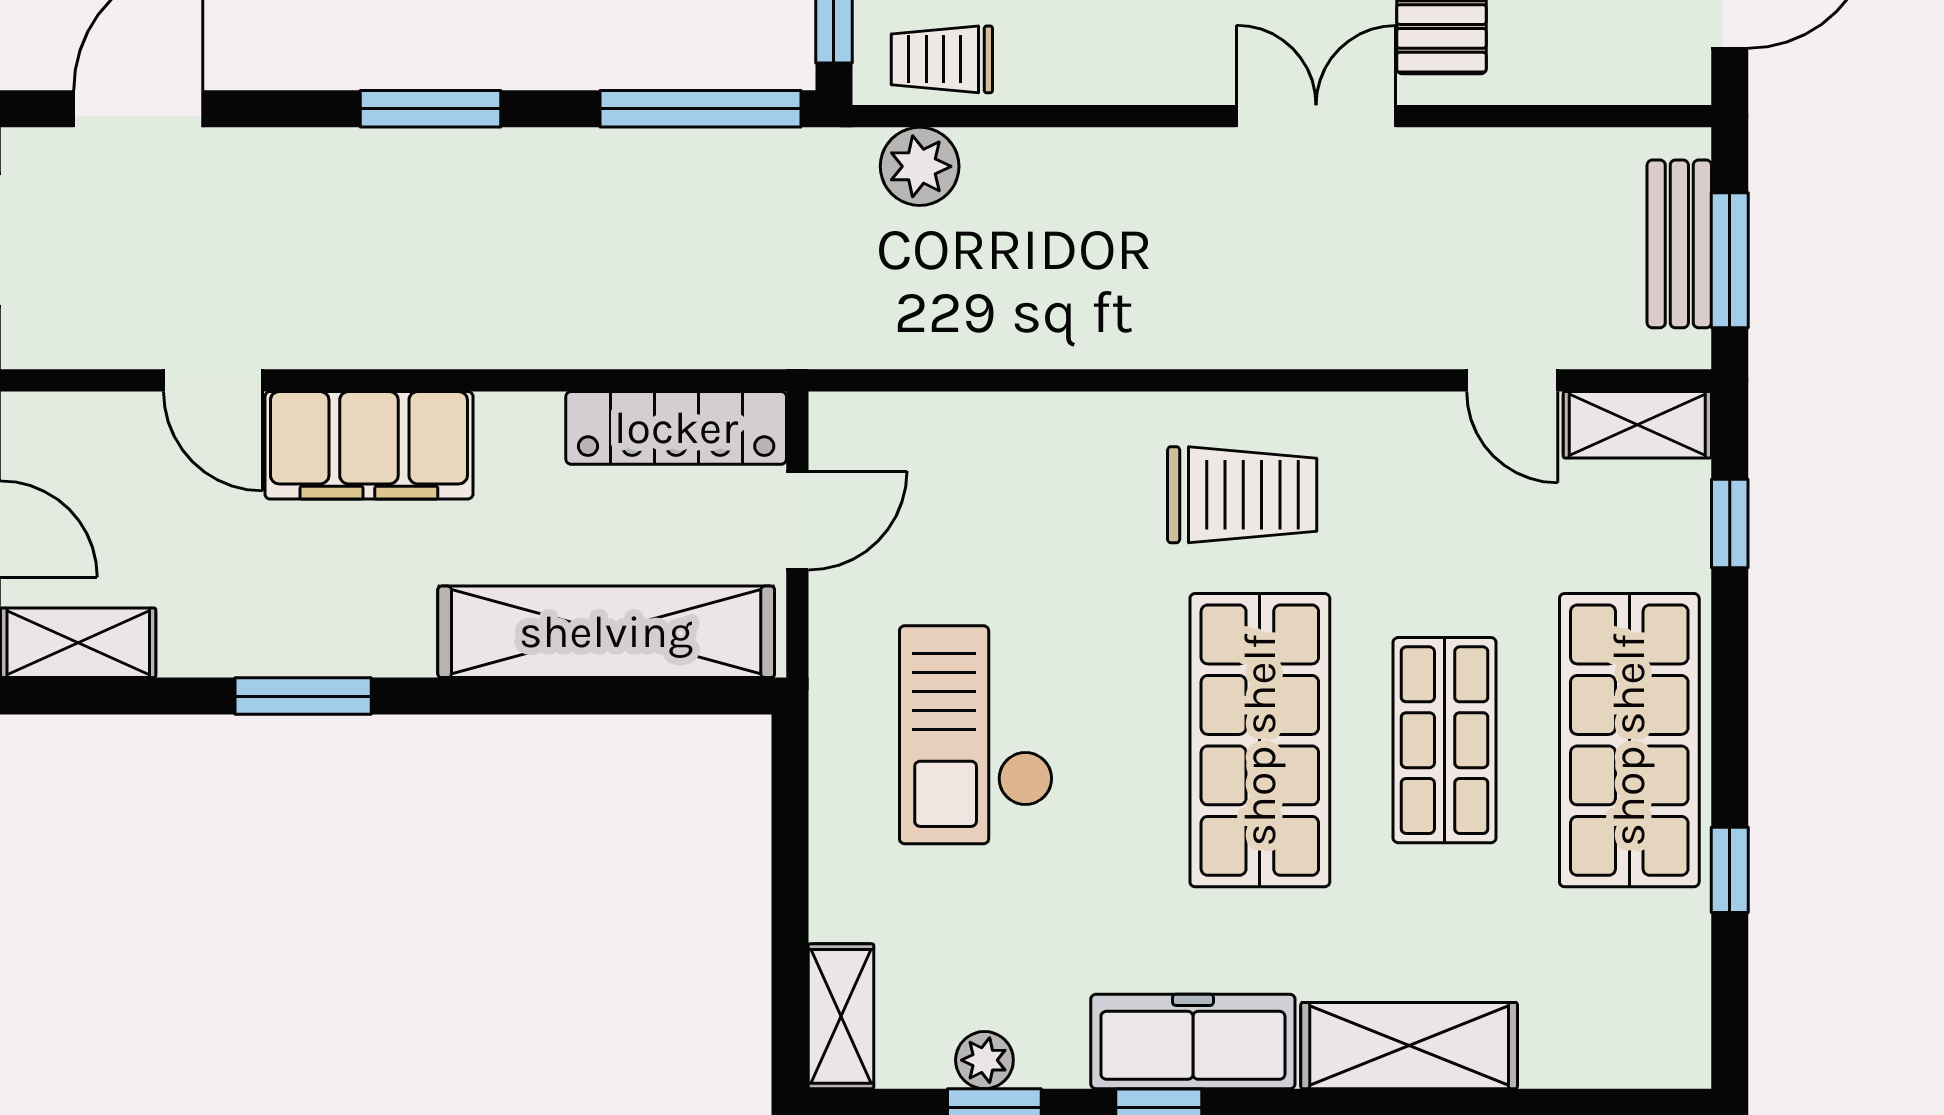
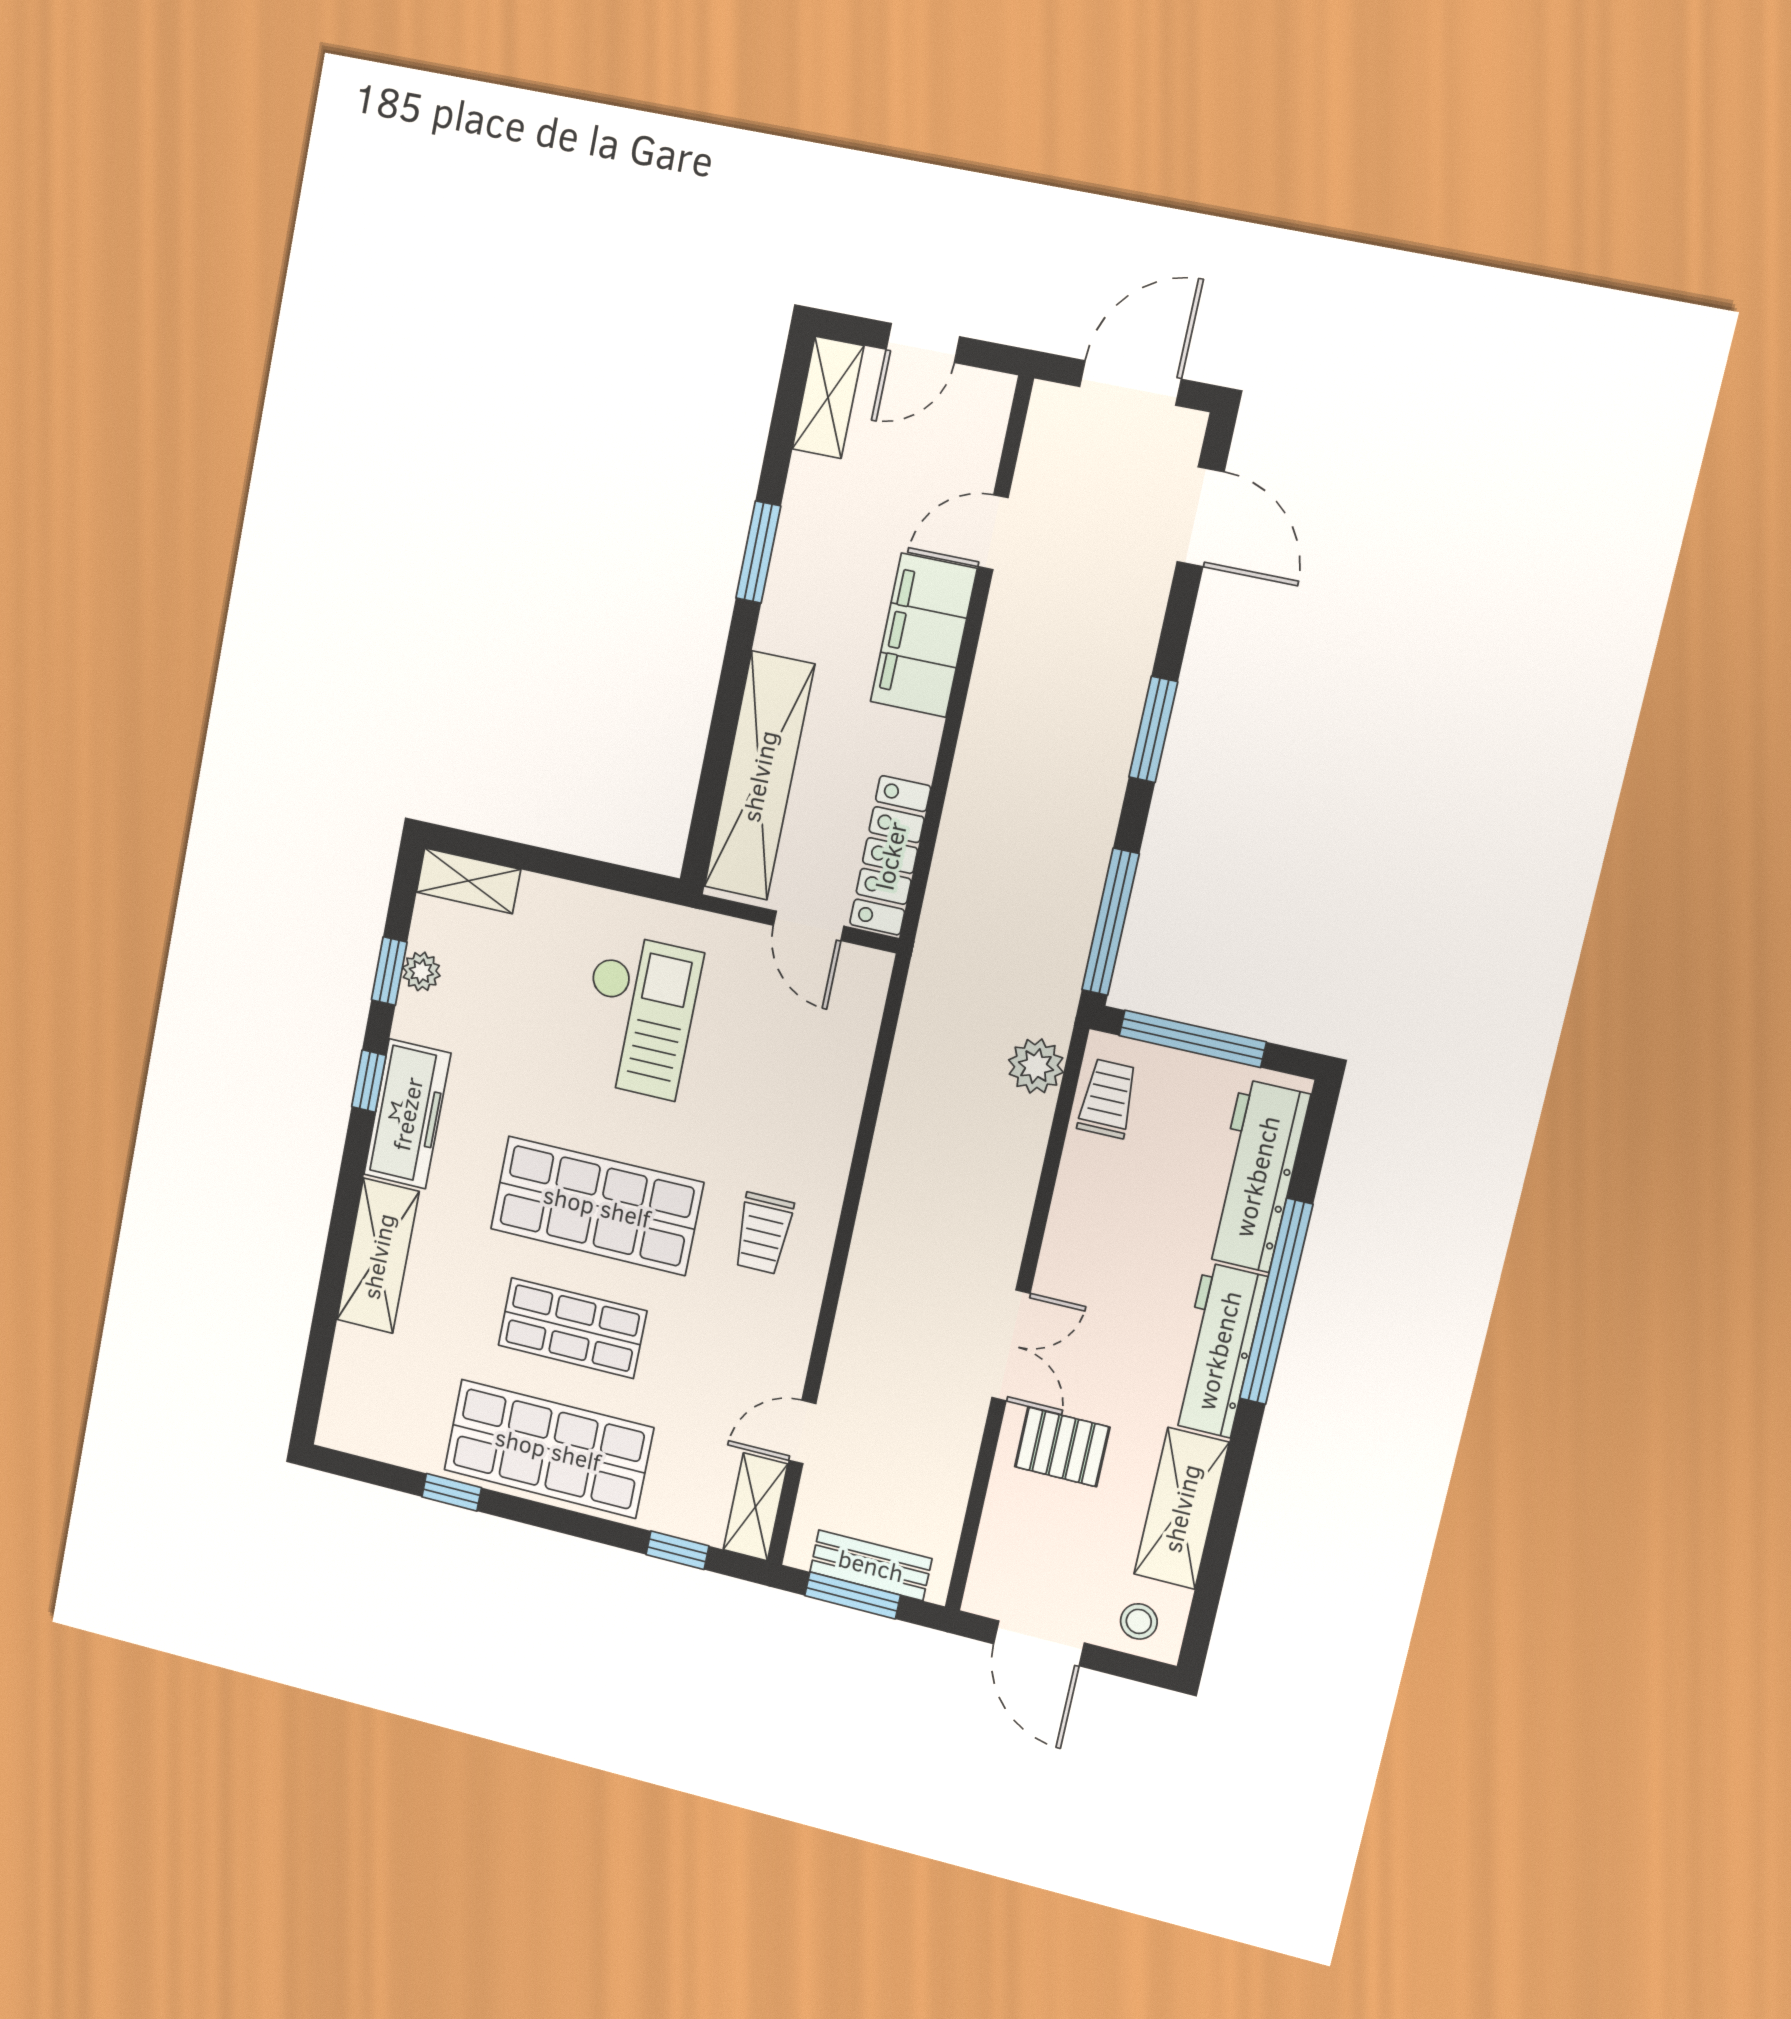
trolley: (1242, 495) -> (763, 1233), width x0.73, depth x0.72
checkout: (976, 735) -> (638, 1016), turned 90

